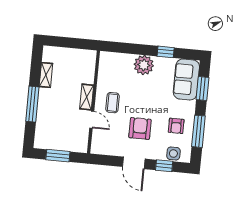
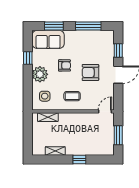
shelving: (87, 97) -> (48, 117), moved
window: (32, 104) -> (79, 160), width x0.46
door: (92, 120) -> (105, 111), moved
armchair: (176, 126) -> (64, 65), moved
side table: (173, 154) -> (45, 96), moved

